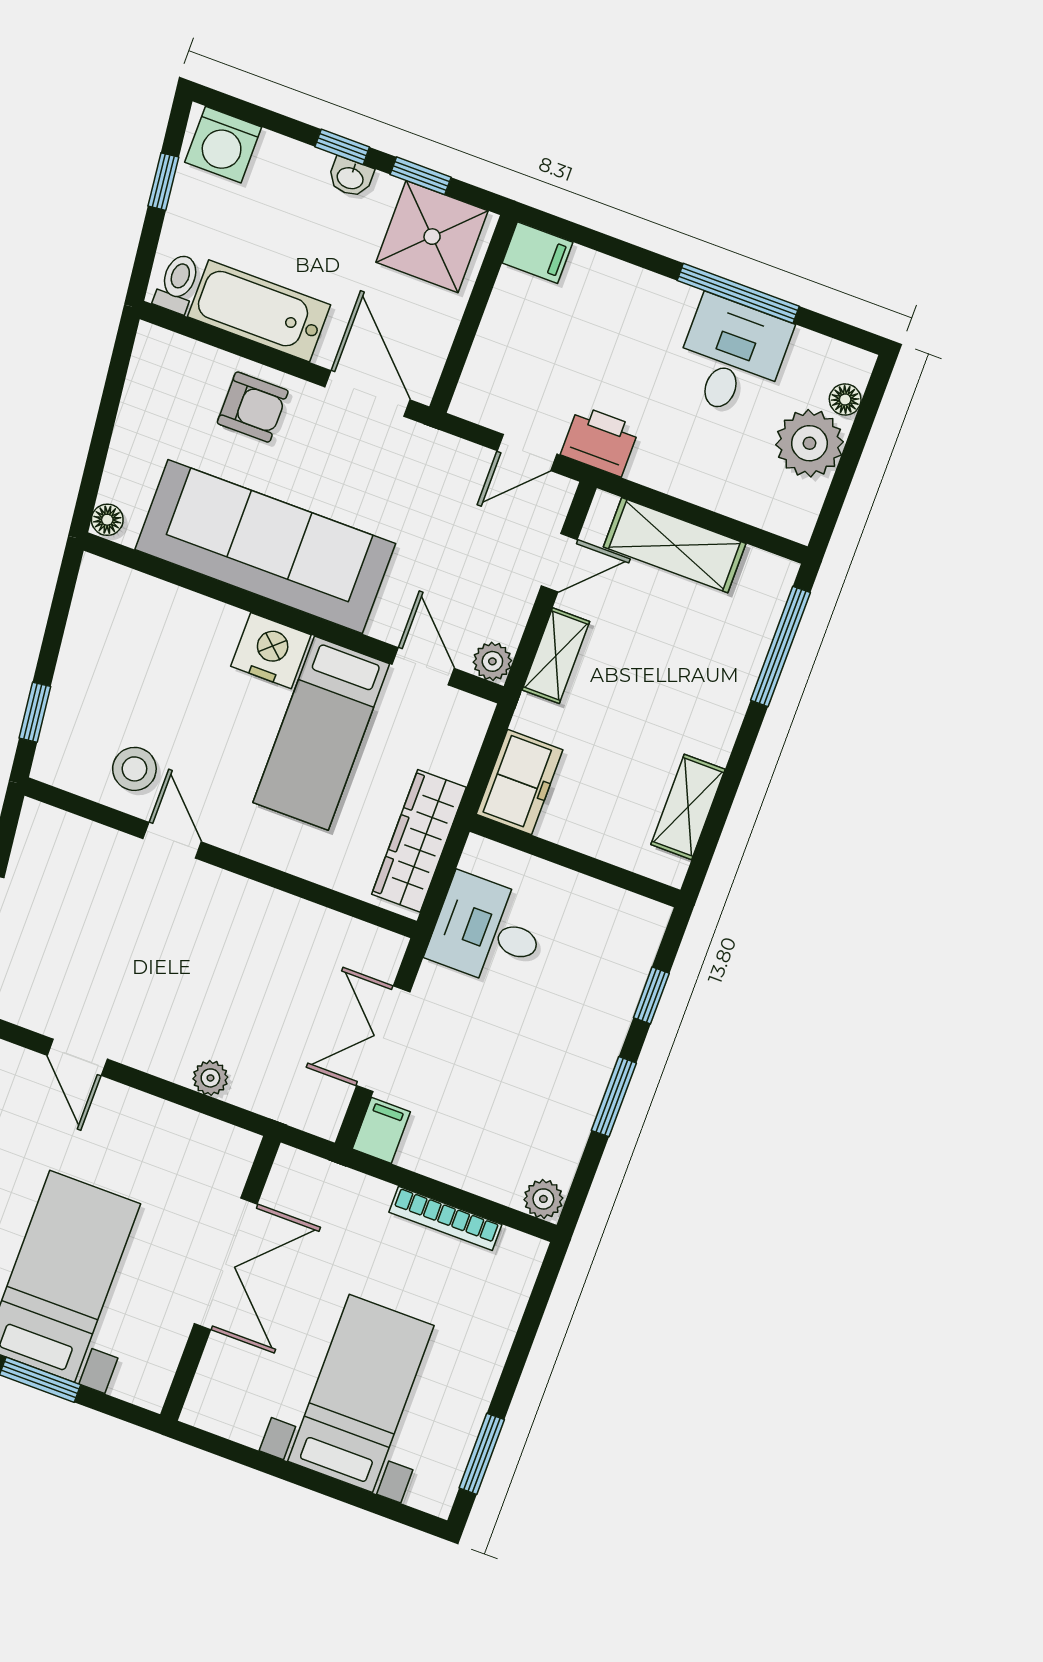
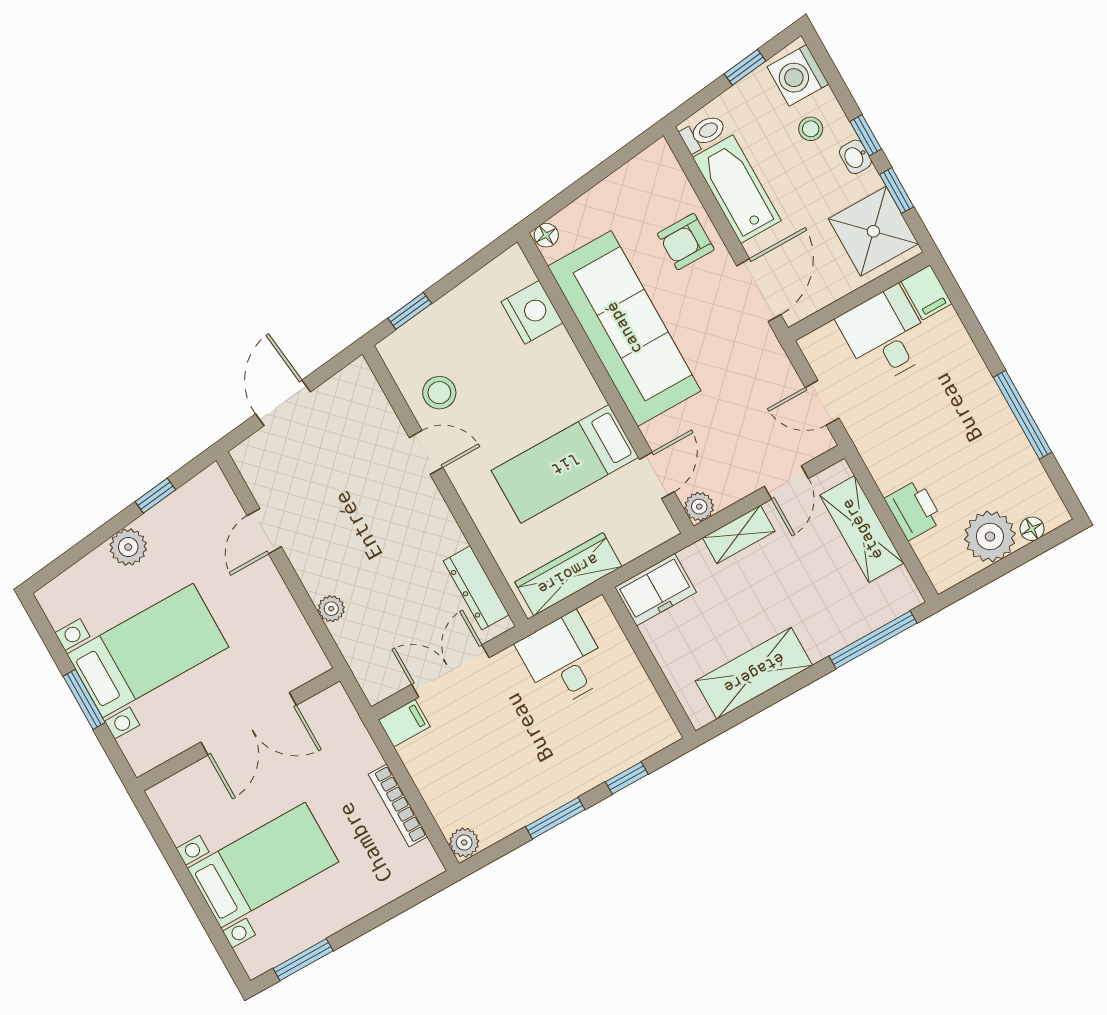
stool: (282, 187) -> (811, 129), added
desk: (732, 357) -> (886, 335), moved, turned -90
armchair: (253, 407) -> (686, 242), turned 90
printer: (600, 441) -> (914, 510), moved
door: (559, 563) -> (786, 482), hinge flipped
nightstand: (271, 651) -> (532, 312), moved
shelving: (688, 807) -> (754, 673), width x1.50, depth x1.33
door: (172, 840) -> (426, 452), hinge flipped
dresser: (338, 933) -> (476, 588), added

